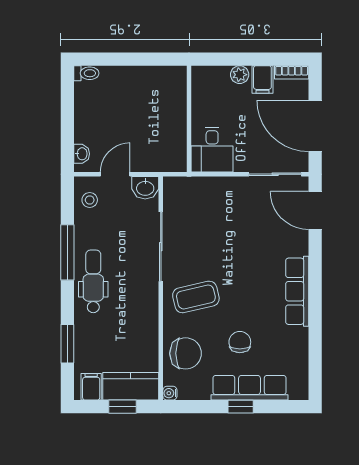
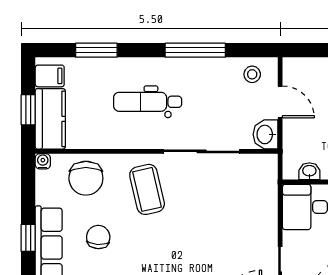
washbasin: (82, 154) -> (309, 171), moved, turned 180
dental chair: (93, 281) -> (148, 102), moved, turned 180
chair: (240, 342) -> (98, 237), turned -87

